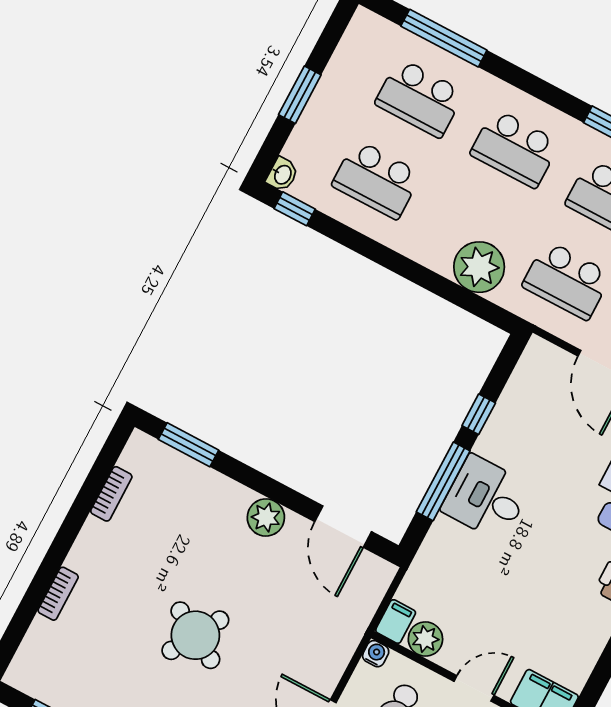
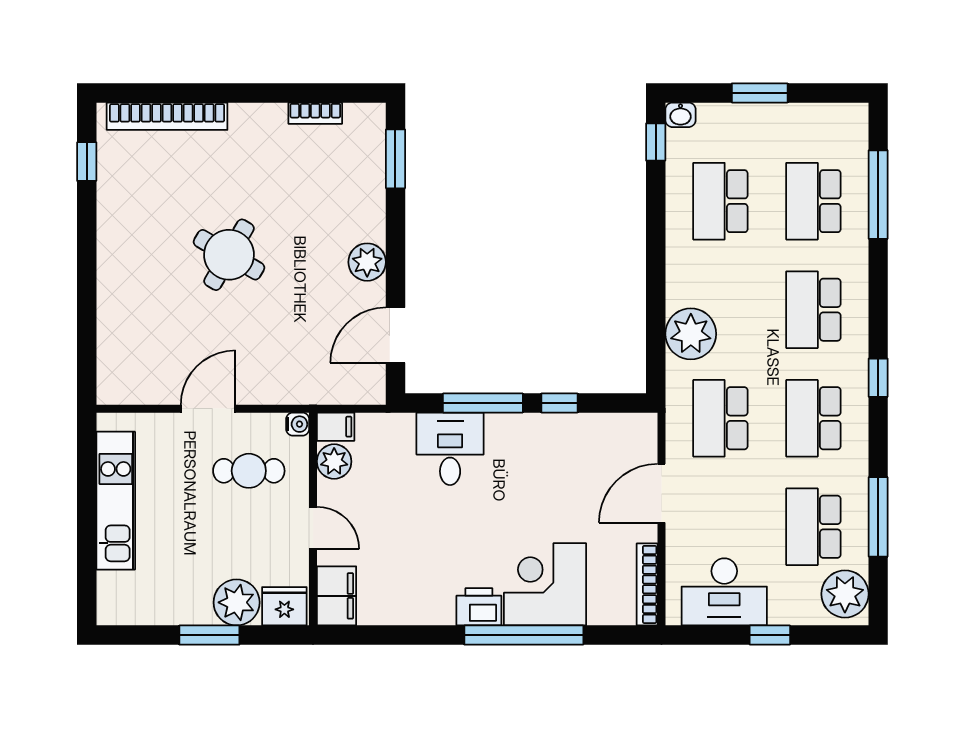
desk: (486, 498) -> (450, 449), moved
bookcase: (58, 594) -> (167, 116), width x2.31, depth x1.31

